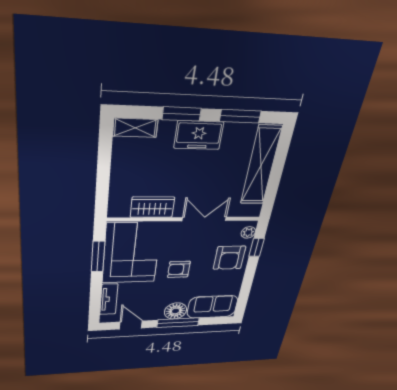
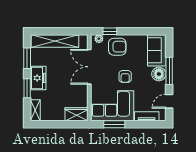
wardrobe: (152, 207) -> (76, 114), moved, turned 90
double door: (204, 219) -> (89, 67), width x1.37

